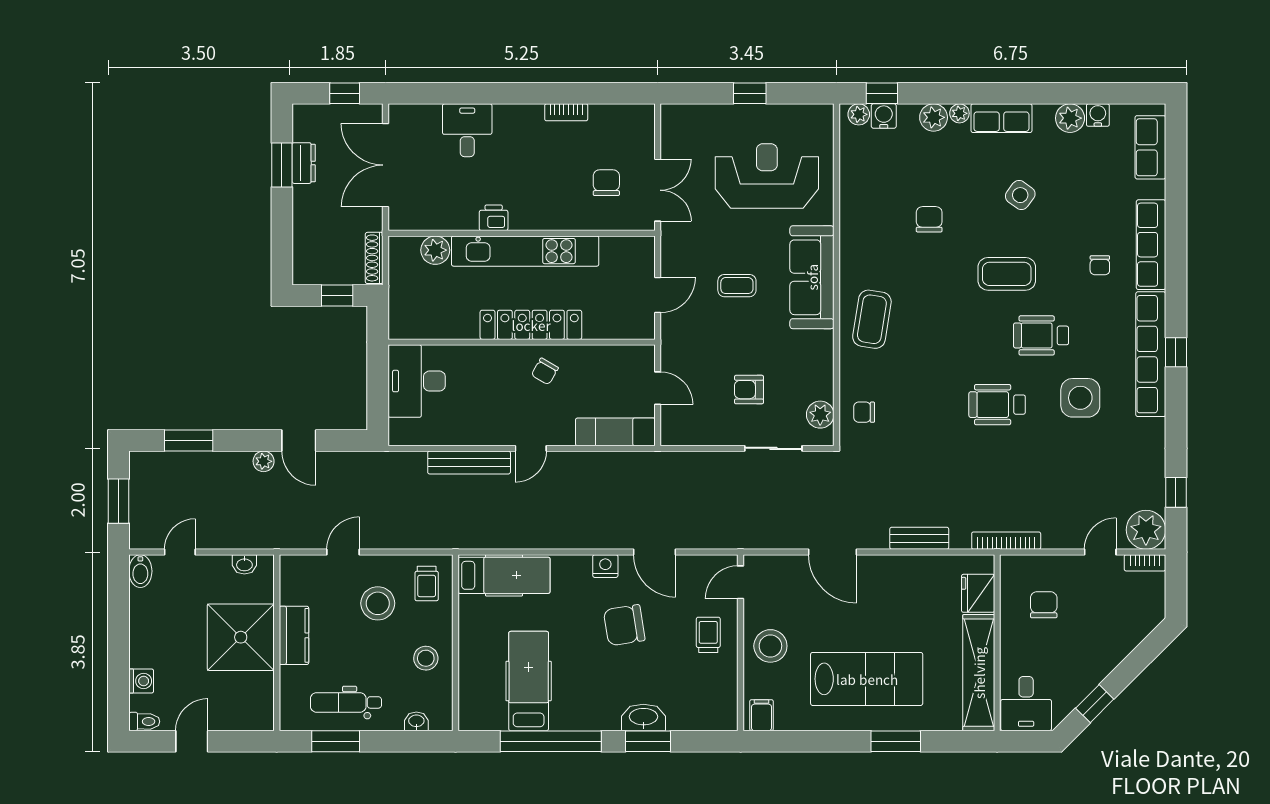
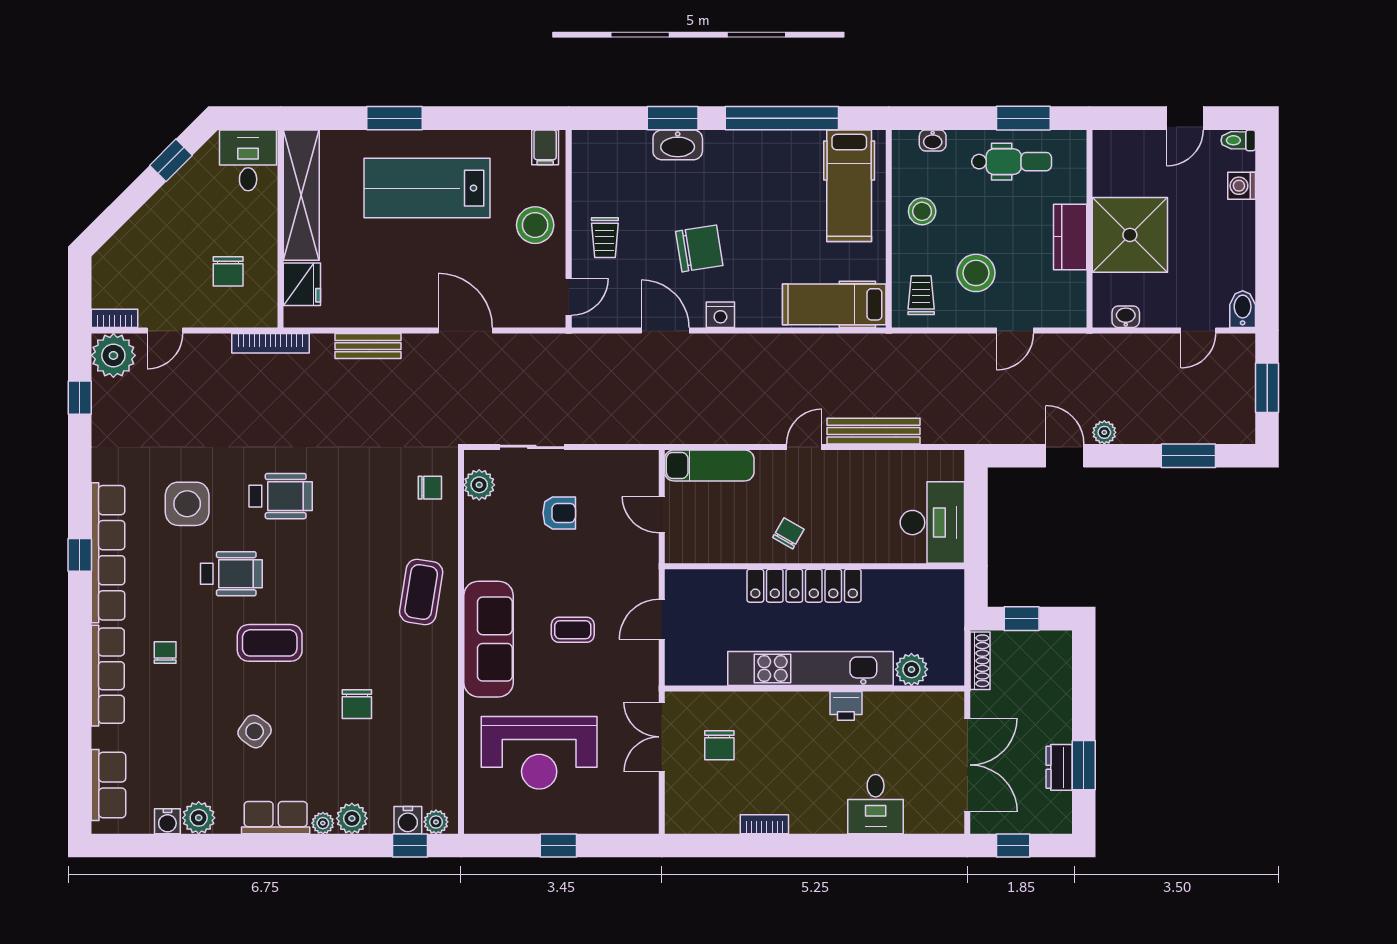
hospital bed: (529, 681) -> (849, 186), moved

